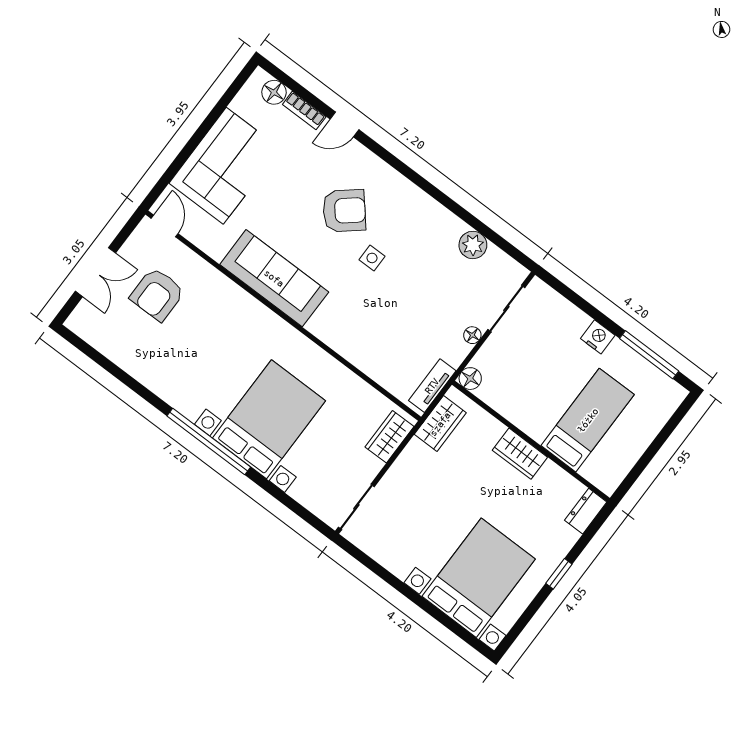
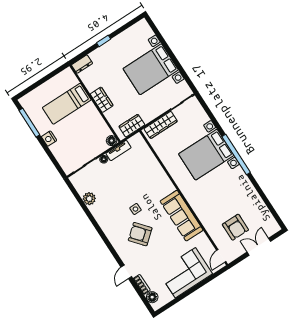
door: (344, 124) -> (126, 272), swing flipped
armchair: (157, 294) -> (235, 227), turned 90
tv unit: (432, 386) -> (119, 150), moved
wardrobe: (390, 437) -> (161, 125), width x1.50
bed with nightstands: (479, 578) -> (151, 69), moved

